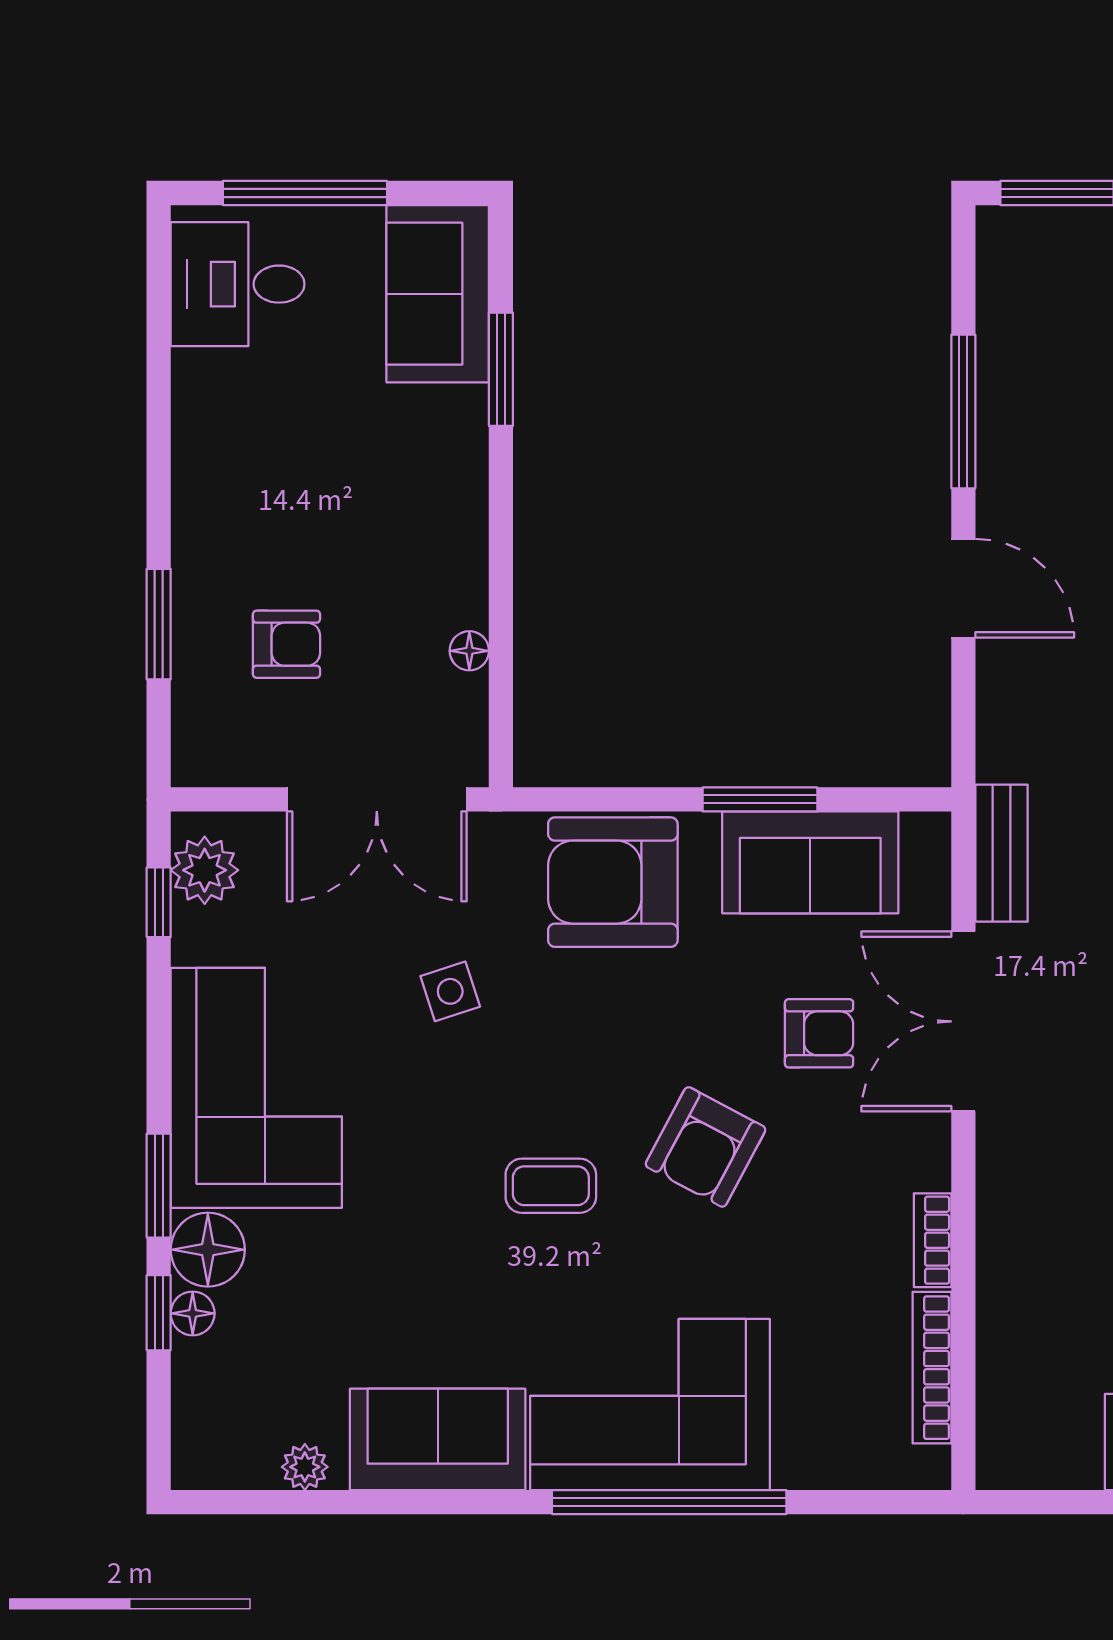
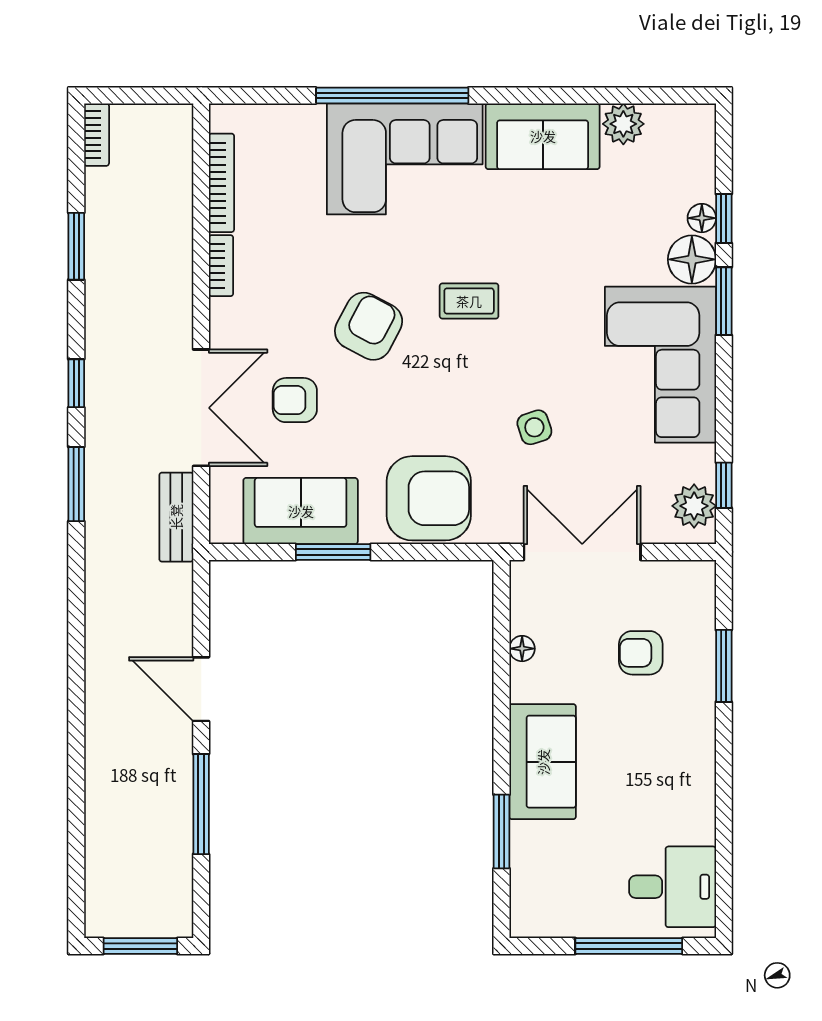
sofa: (438, 294) -> (543, 762), moved
plant: (305, 1467) -> (623, 124), width x1.38, depth x1.38

